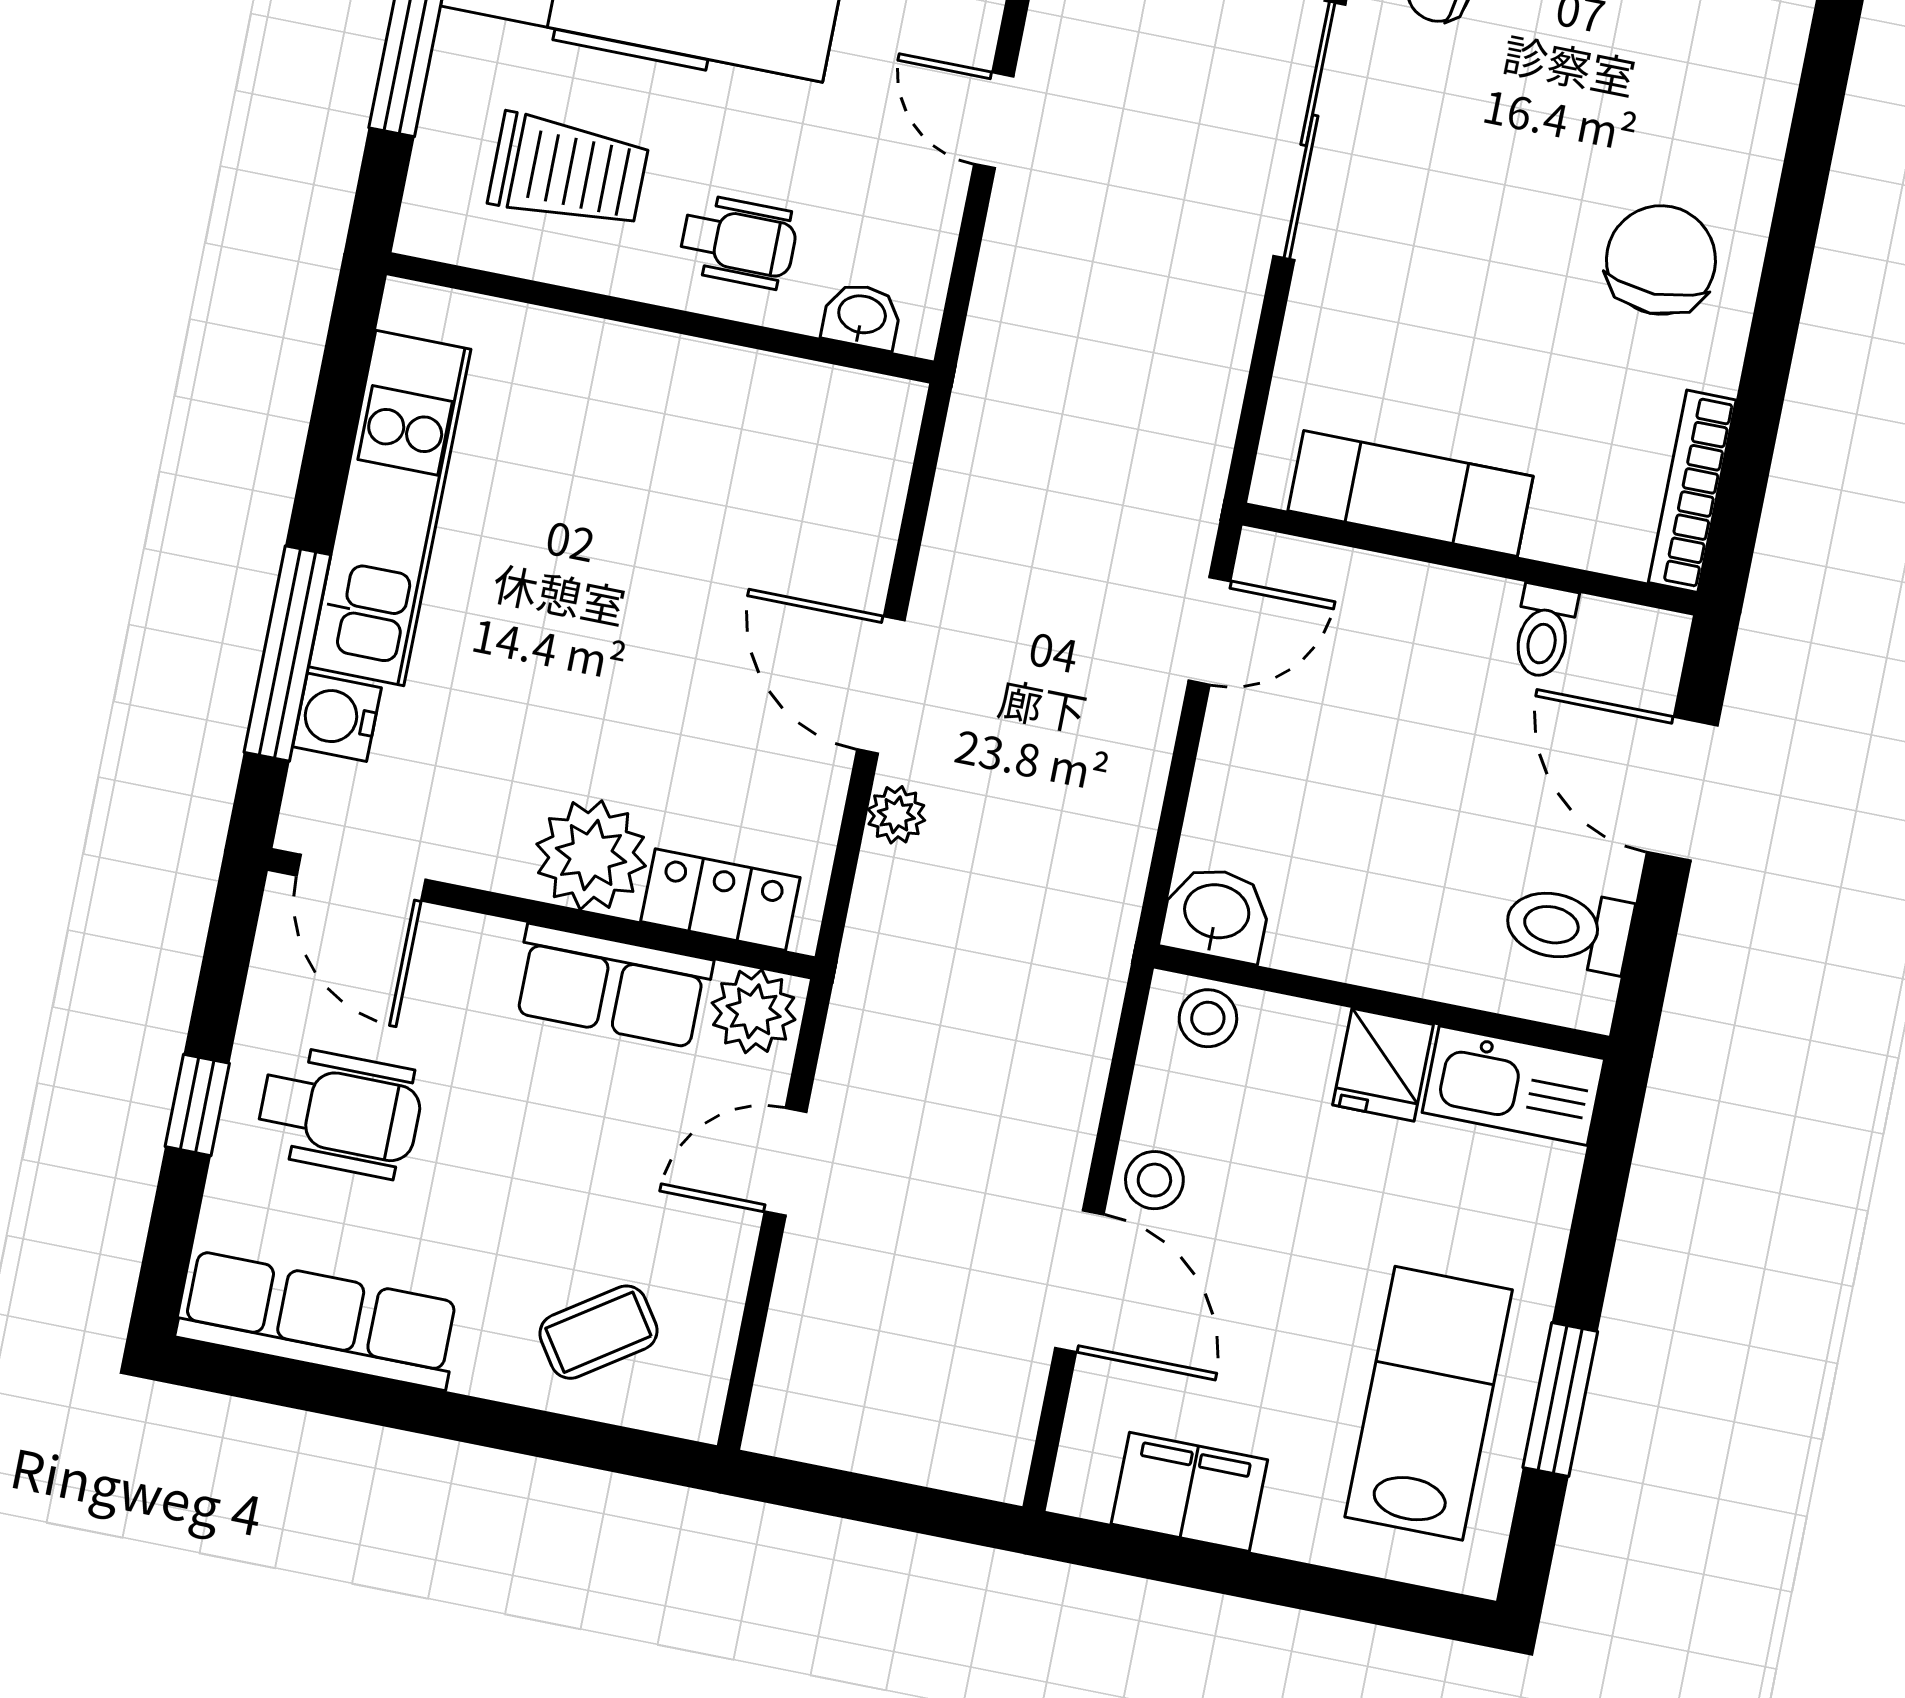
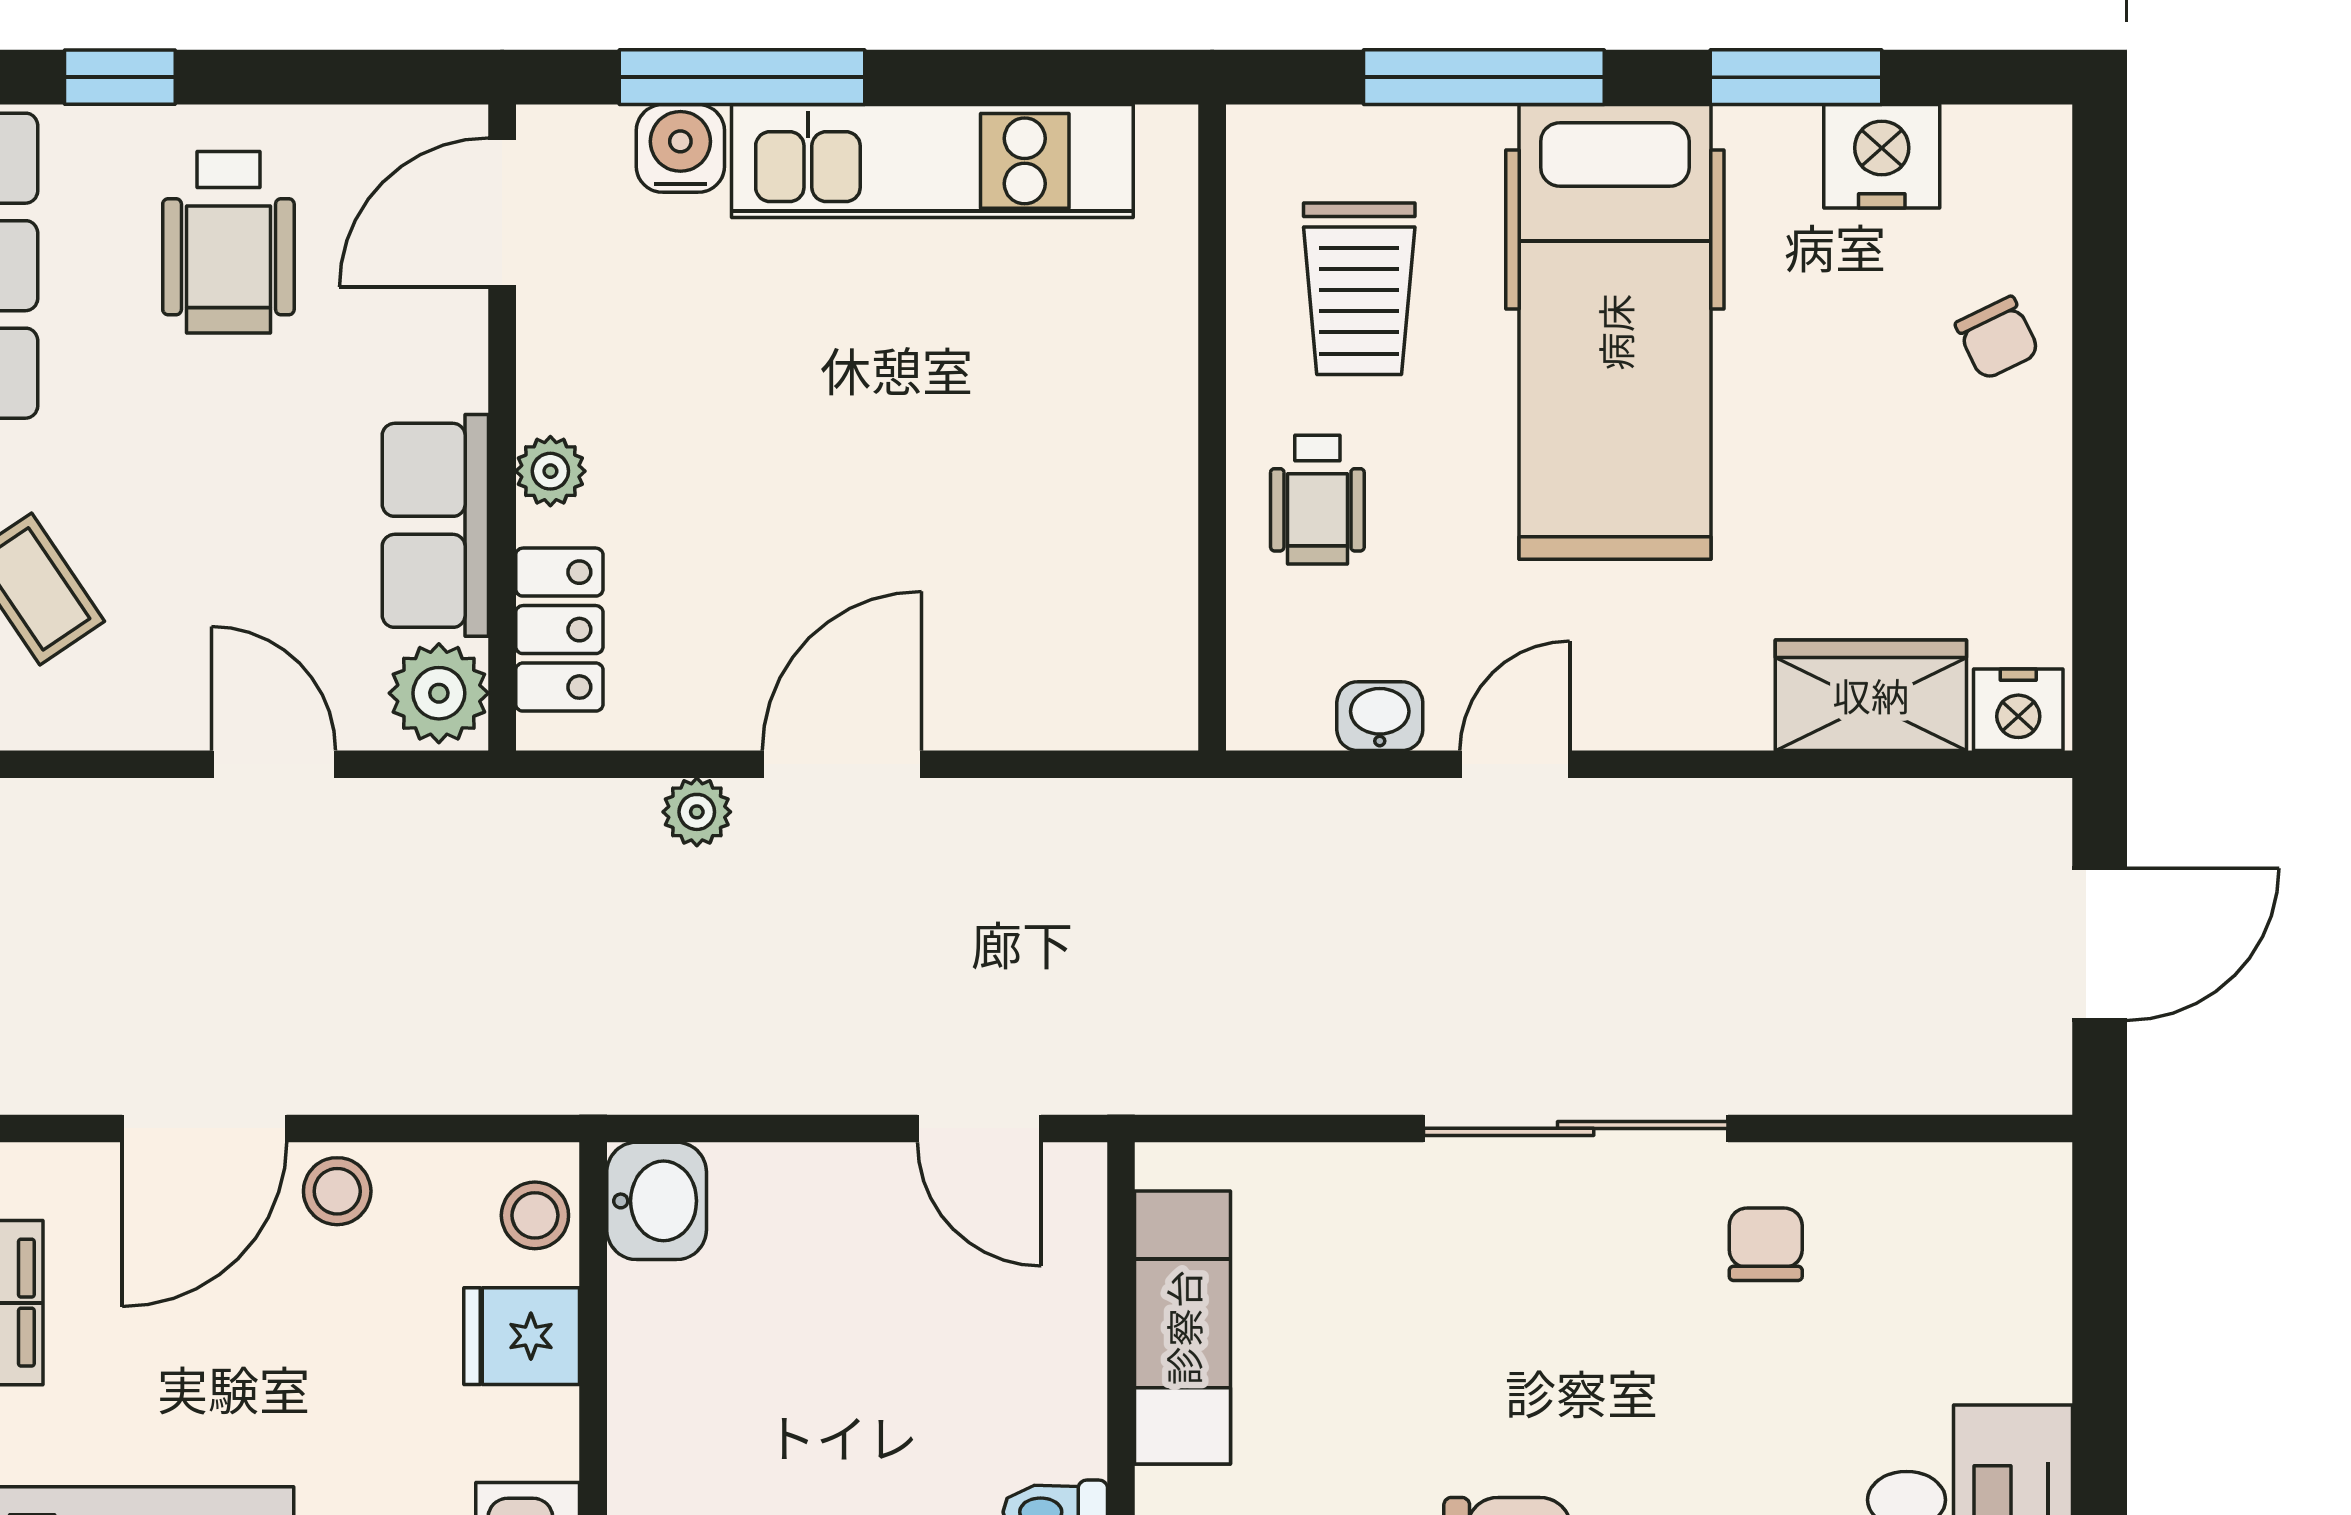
washbasin: (862, 316) -> (1380, 716), moved, turned -90
plant: (591, 855) -> (550, 471), width x0.53, depth x0.53
fridge: (1383, 1065) -> (522, 1336), moved
window: (197, 1105) -> (120, 77), moved

